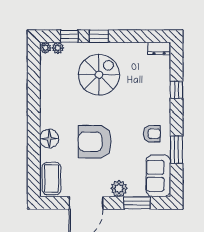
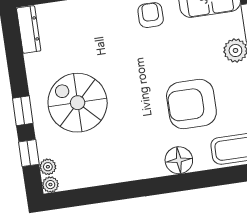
dresser: (159, 48) -> (29, 29), width x1.44
armchair: (95, 142) -> (191, 104), moved, turned 90

